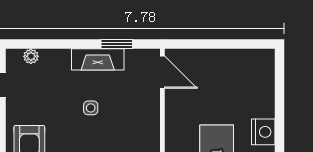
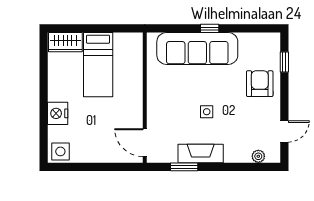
side table: (260, 62) -> (60, 151), added
nightstand: (263, 132) -> (58, 113), moved

